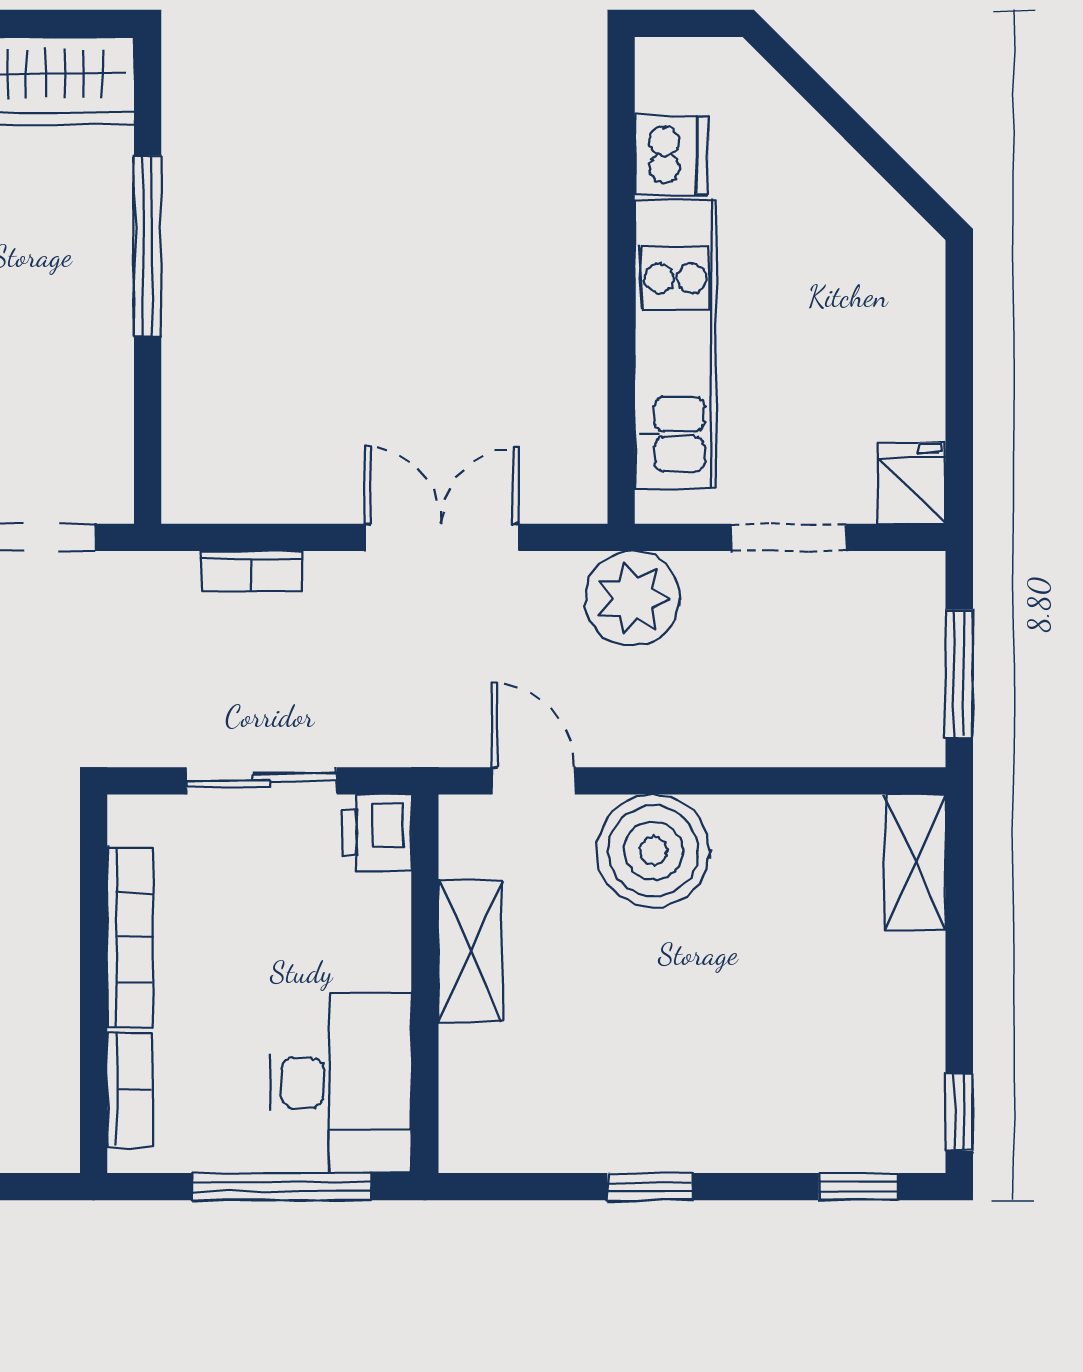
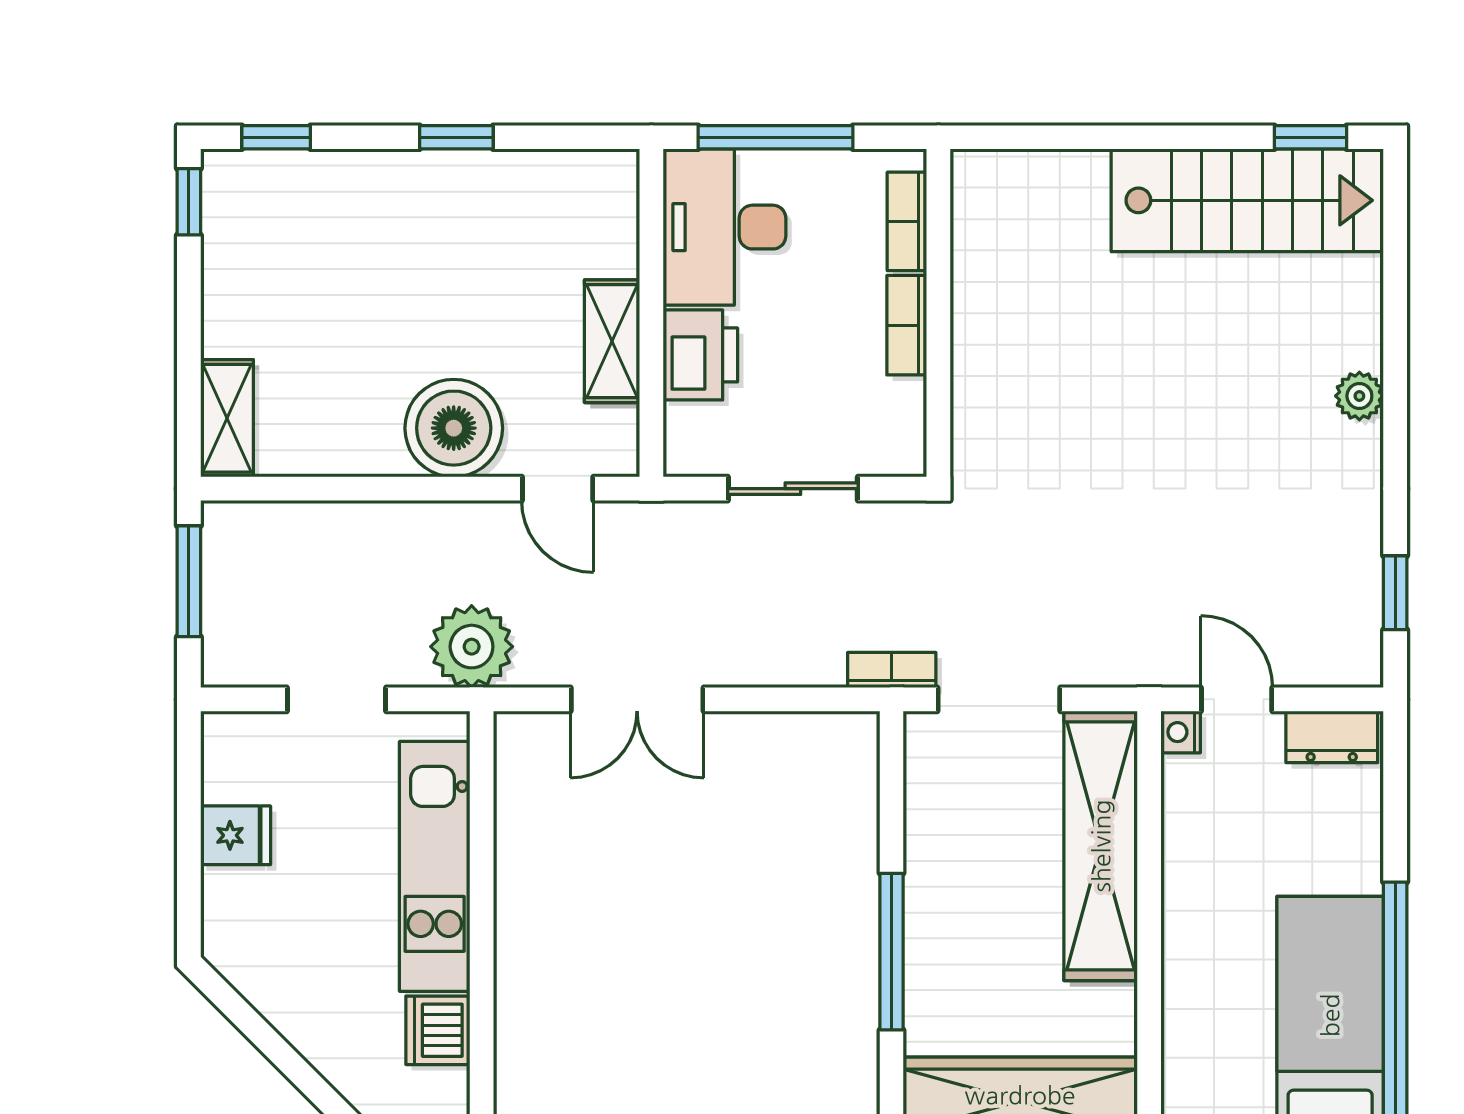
fridge: (912, 483) -> (236, 835), moved, turned -90
bookcase: (251, 571) -> (892, 670), moved
printer: (377, 833) -> (700, 355), moved, width x1.36, depth x1.24
bookcase: (130, 937) -> (907, 325), width x0.64

